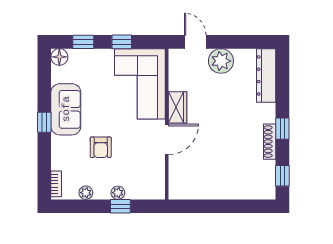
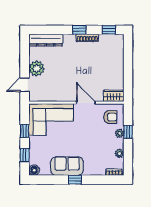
wardrobe: (177, 107) -> (113, 96), moved
armchair: (101, 147) -> (110, 117), moved

